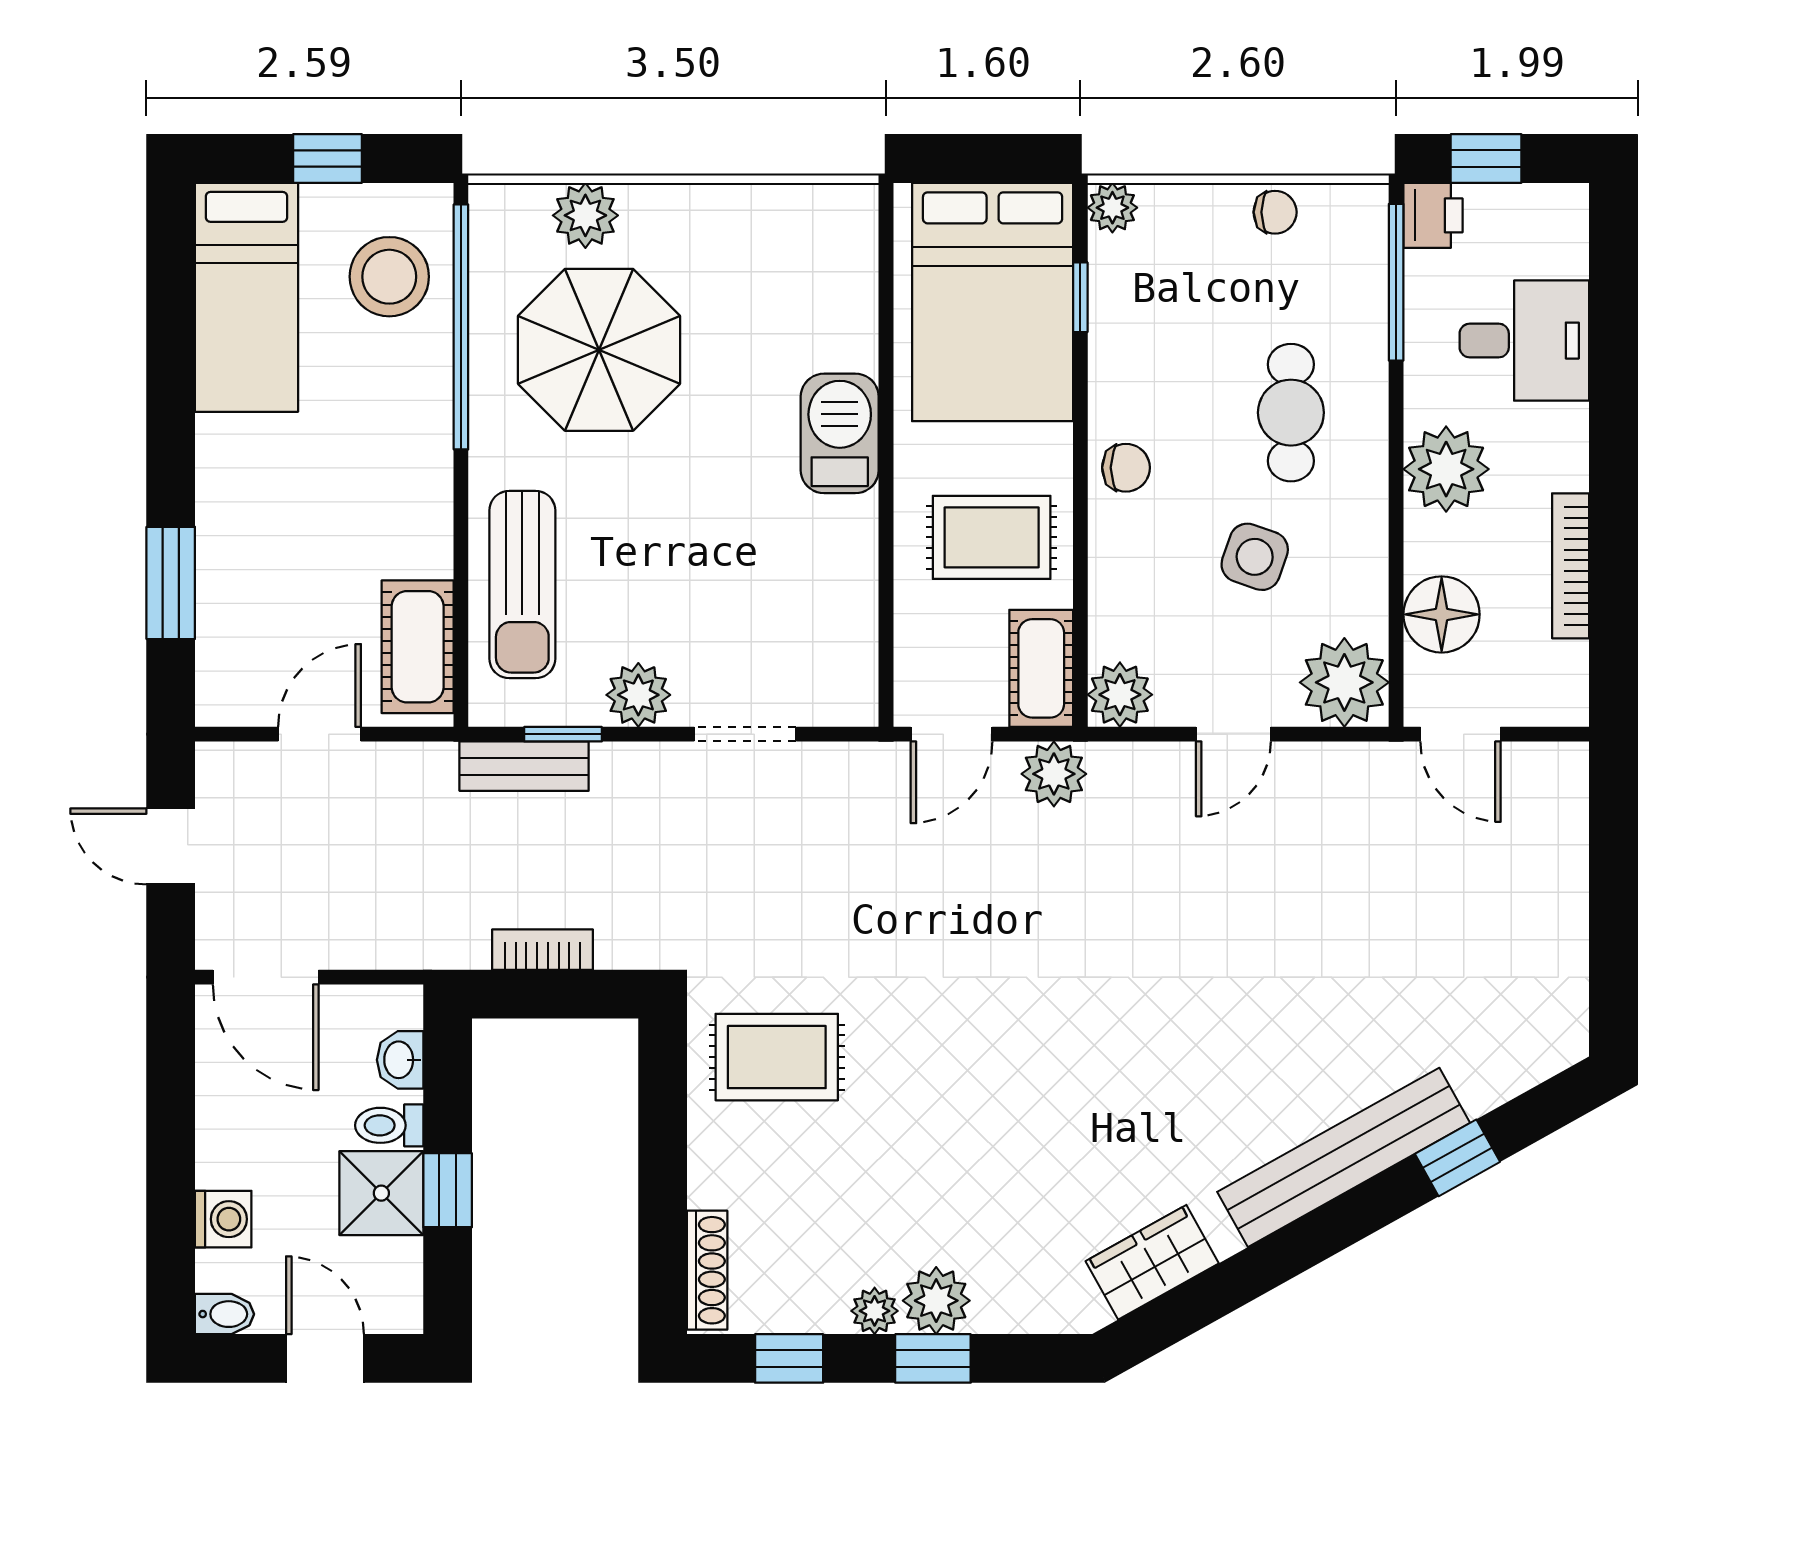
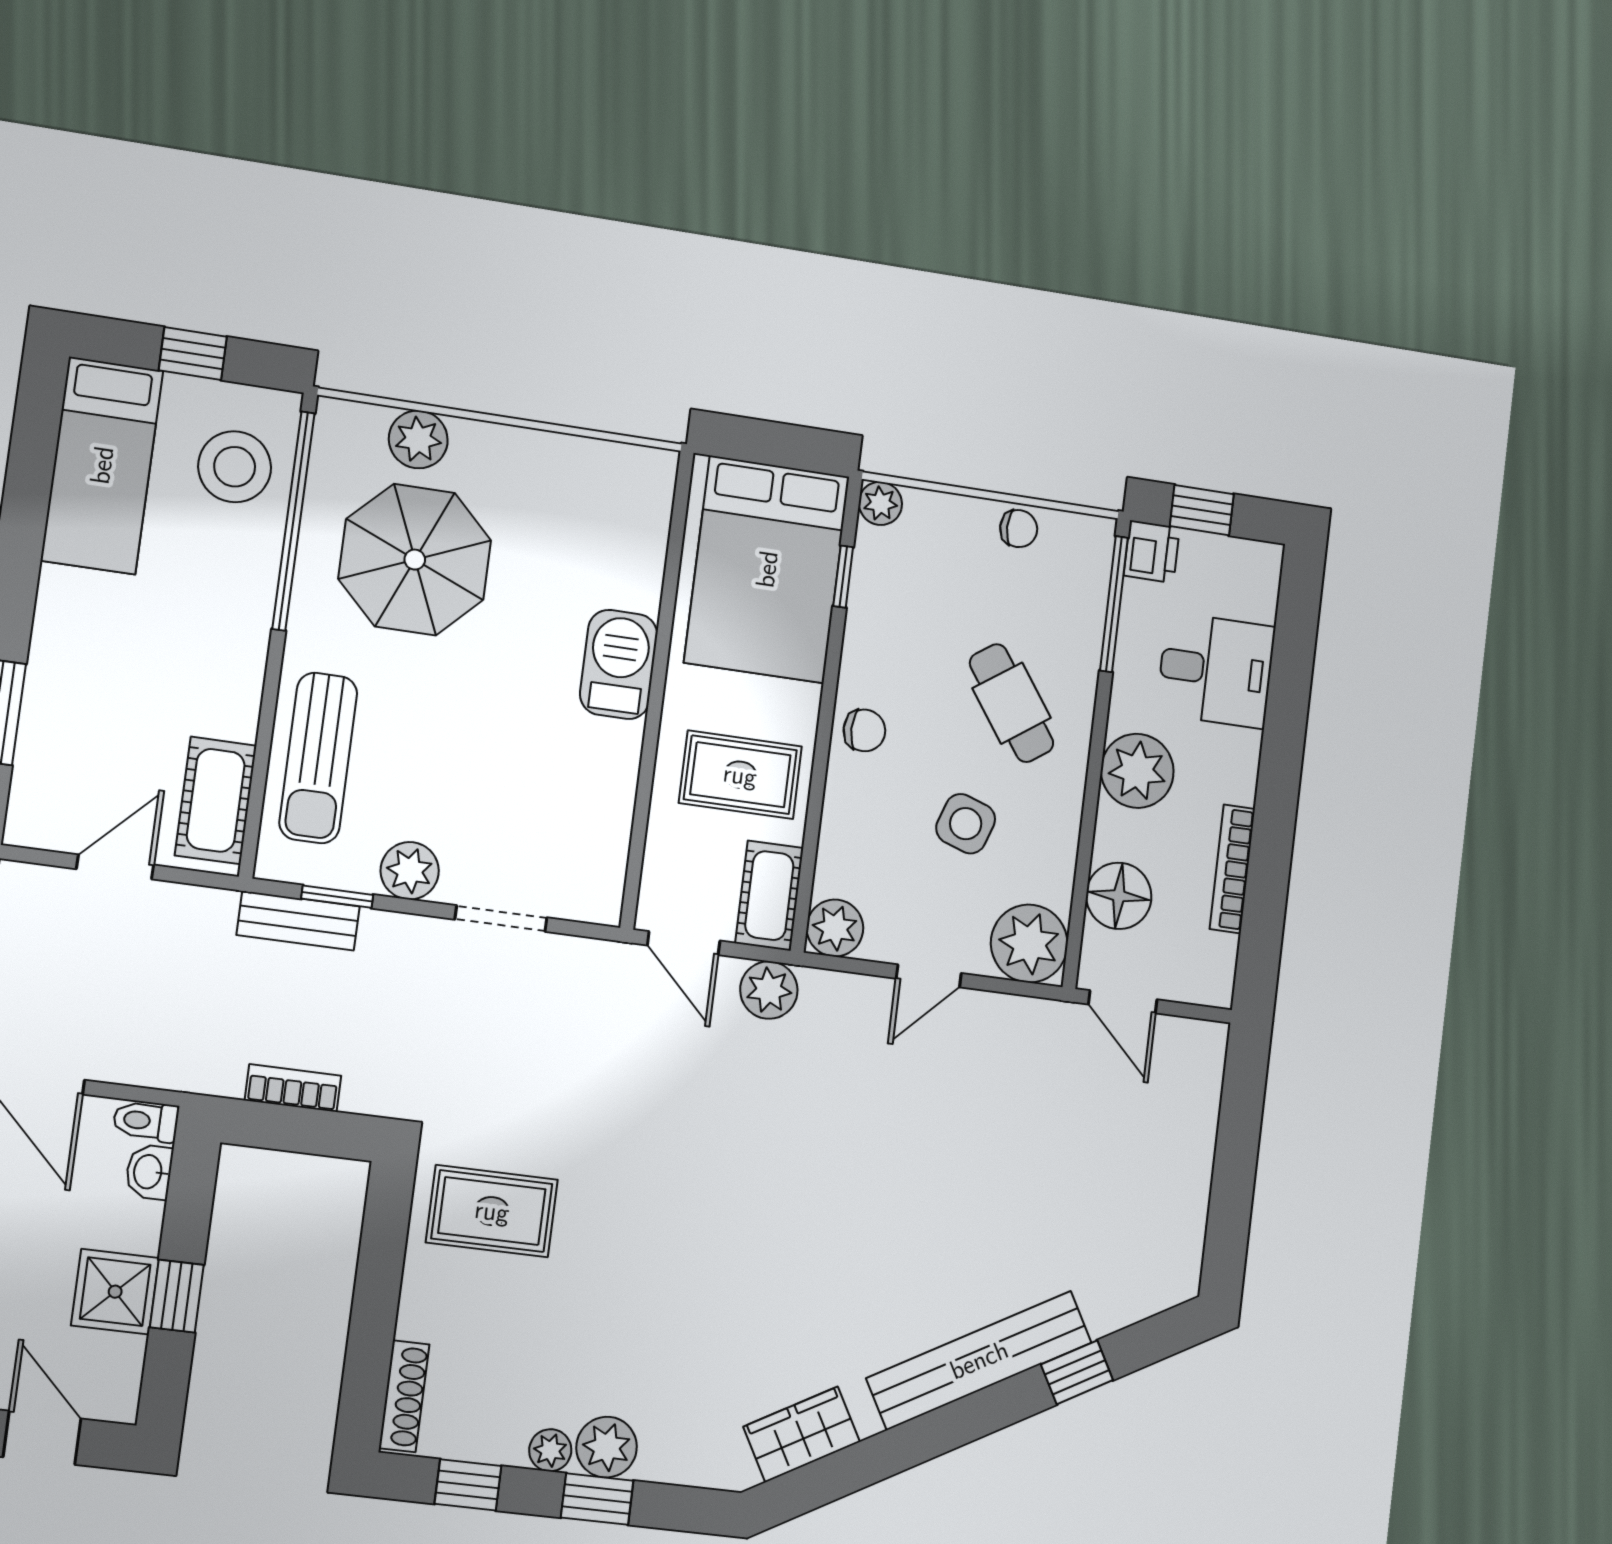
cafe table: (1291, 413) -> (1012, 703), turned -35
door: (952, 734) -> (684, 943), hinge flipped
toilet: (389, 1125) -> (146, 1121), moved

